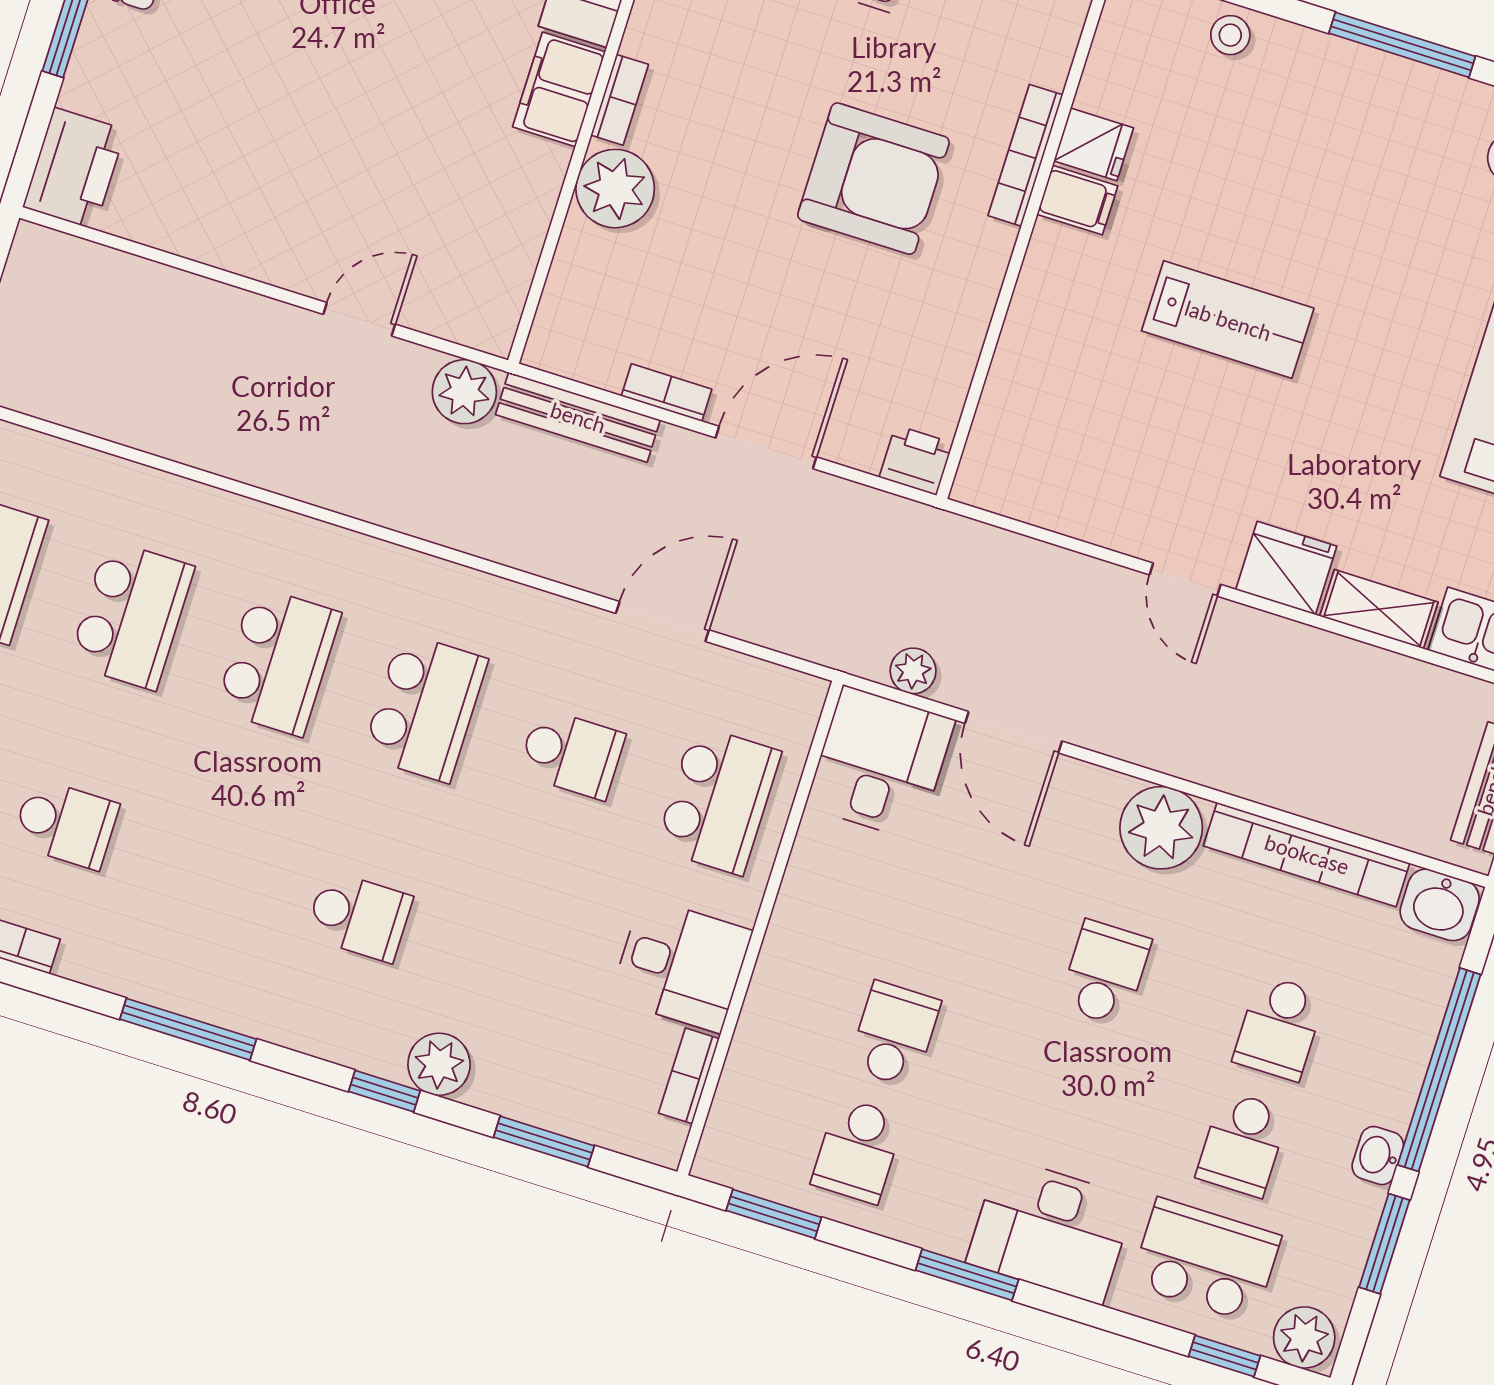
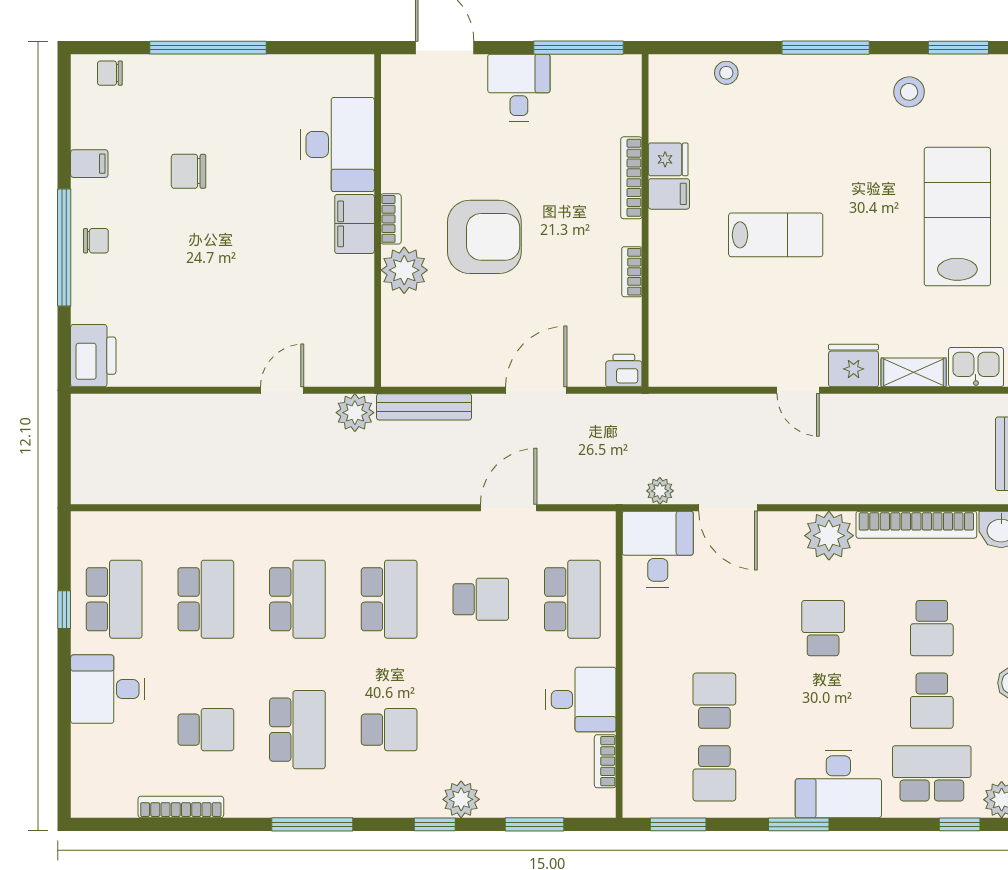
armchair: (873, 179) -> (484, 237), moved
bookcase: (667, 393) -> (632, 272), moved, turned -90
school desk: (212, 870) -> (297, 730), added

